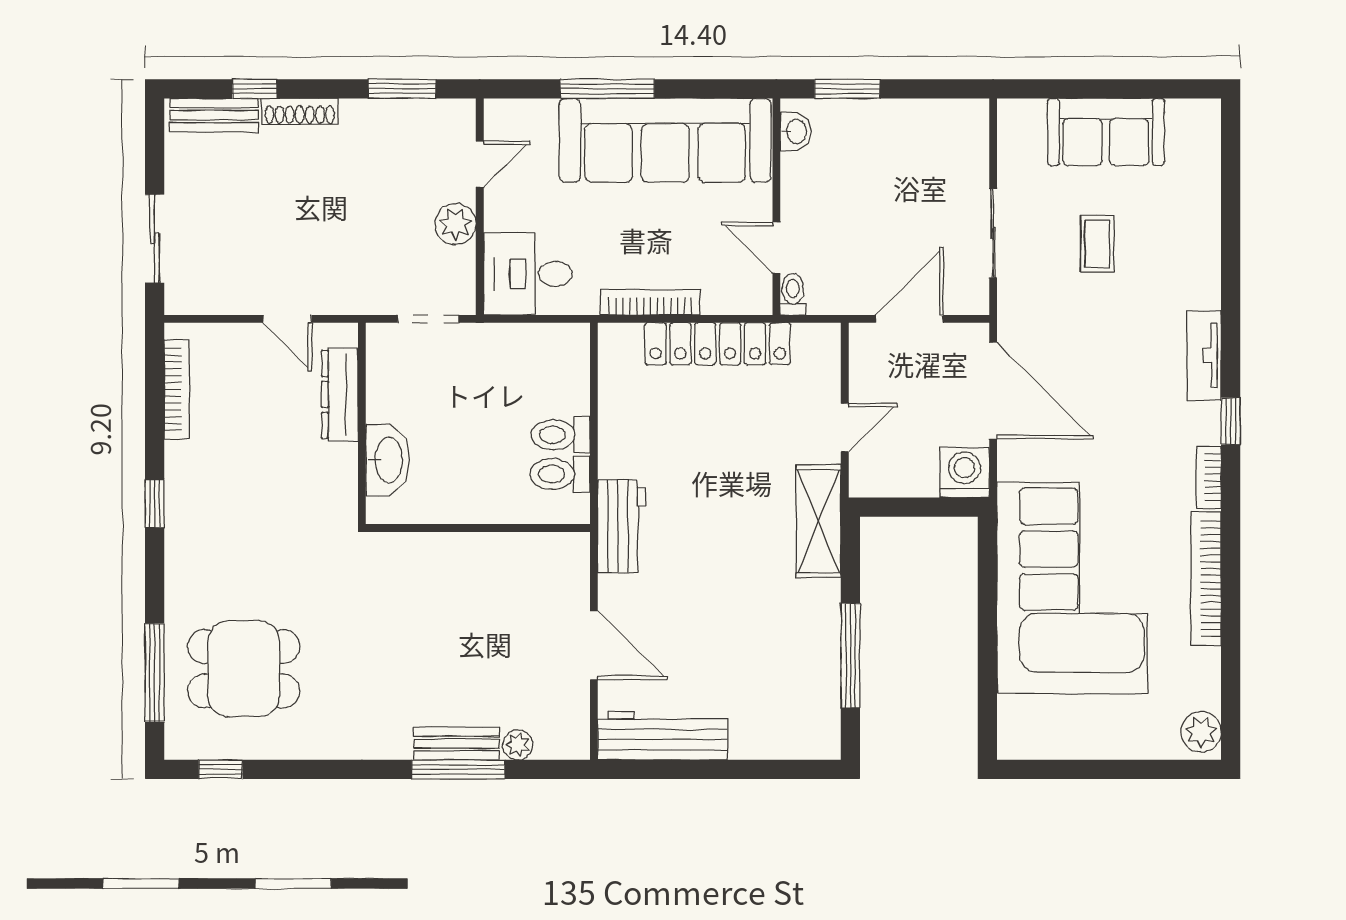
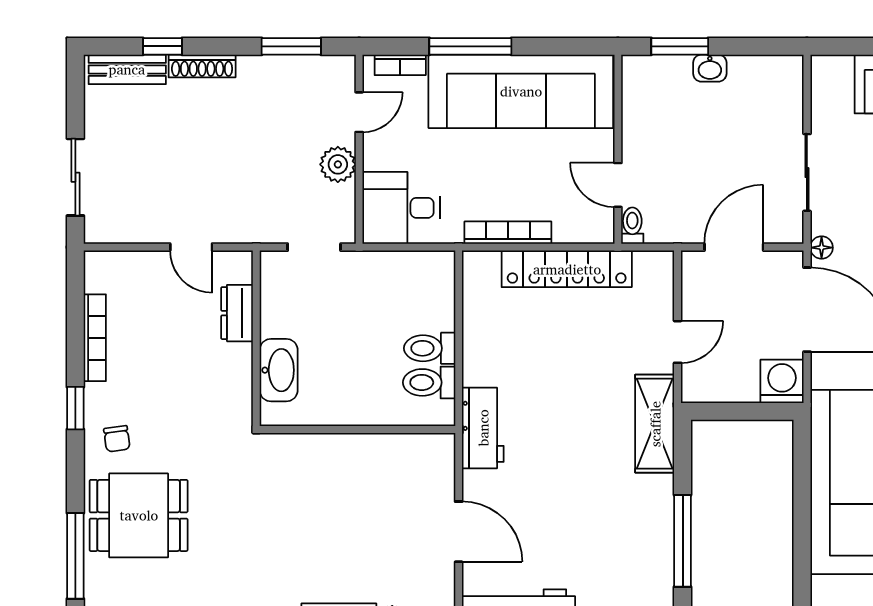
bookcase: (527, 110) -> (400, 65), added
washbasin: (796, 131) -> (710, 68), moved, turned 90
floor lamp: (1010, 319) -> (822, 248), added
bookcase: (177, 389) -> (95, 338), moved
dresser: (340, 394) -> (237, 313), width x0.70
chair: (202, 539) -> (117, 439), added
dining table: (244, 669) -> (139, 515), moved

